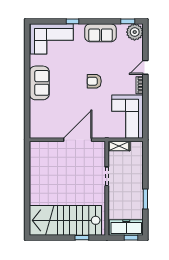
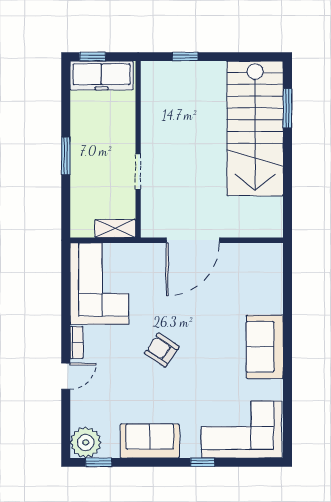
armchair: (94, 81) -> (162, 350), turned -146
window: (145, 199) -> (66, 156), moved
window: (27, 210) -> (287, 108), added
stairs: (65, 220) -> (255, 128), moved, turned 90

